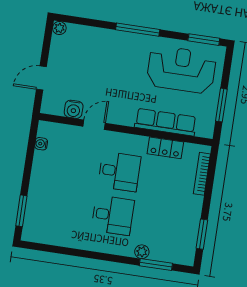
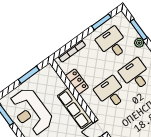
row of seats: (166, 122) -> (75, 108), moved
desk: (169, 224) -> (112, 43), added

